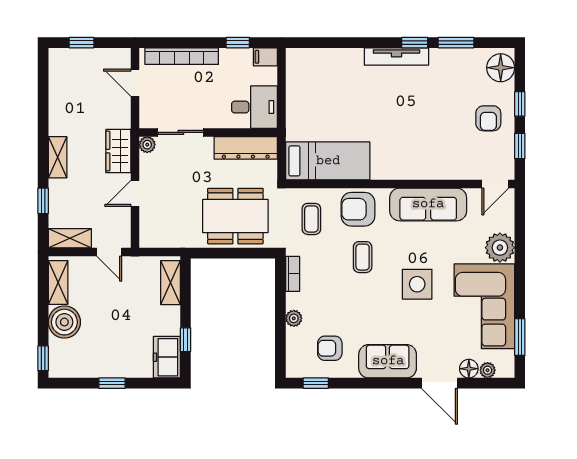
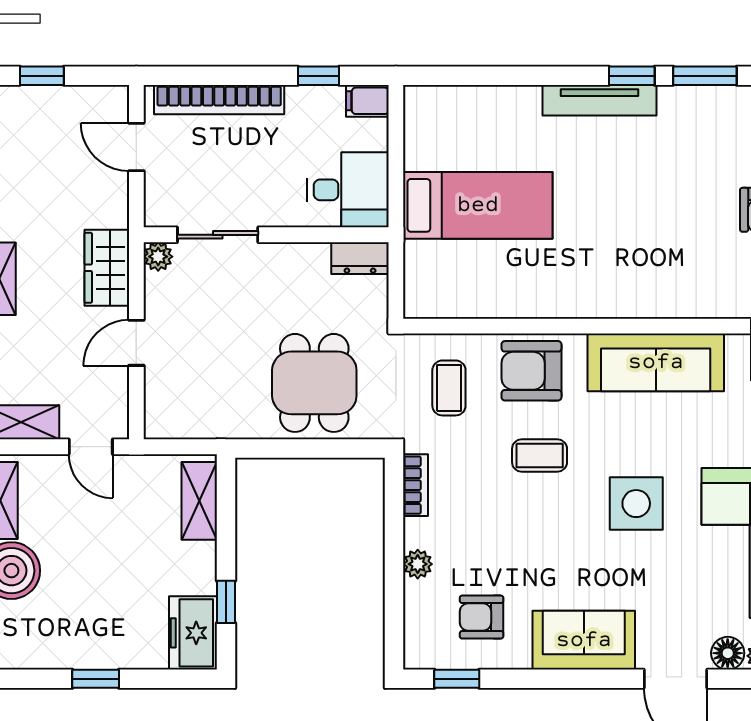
dresser: (246, 148) -> (360, 258), width x0.51, depth x0.80
bed: (328, 161) -> (478, 205), moved
dining table: (235, 216) -> (314, 383), width x0.73
coffee table: (363, 257) -> (540, 455), turned 90

